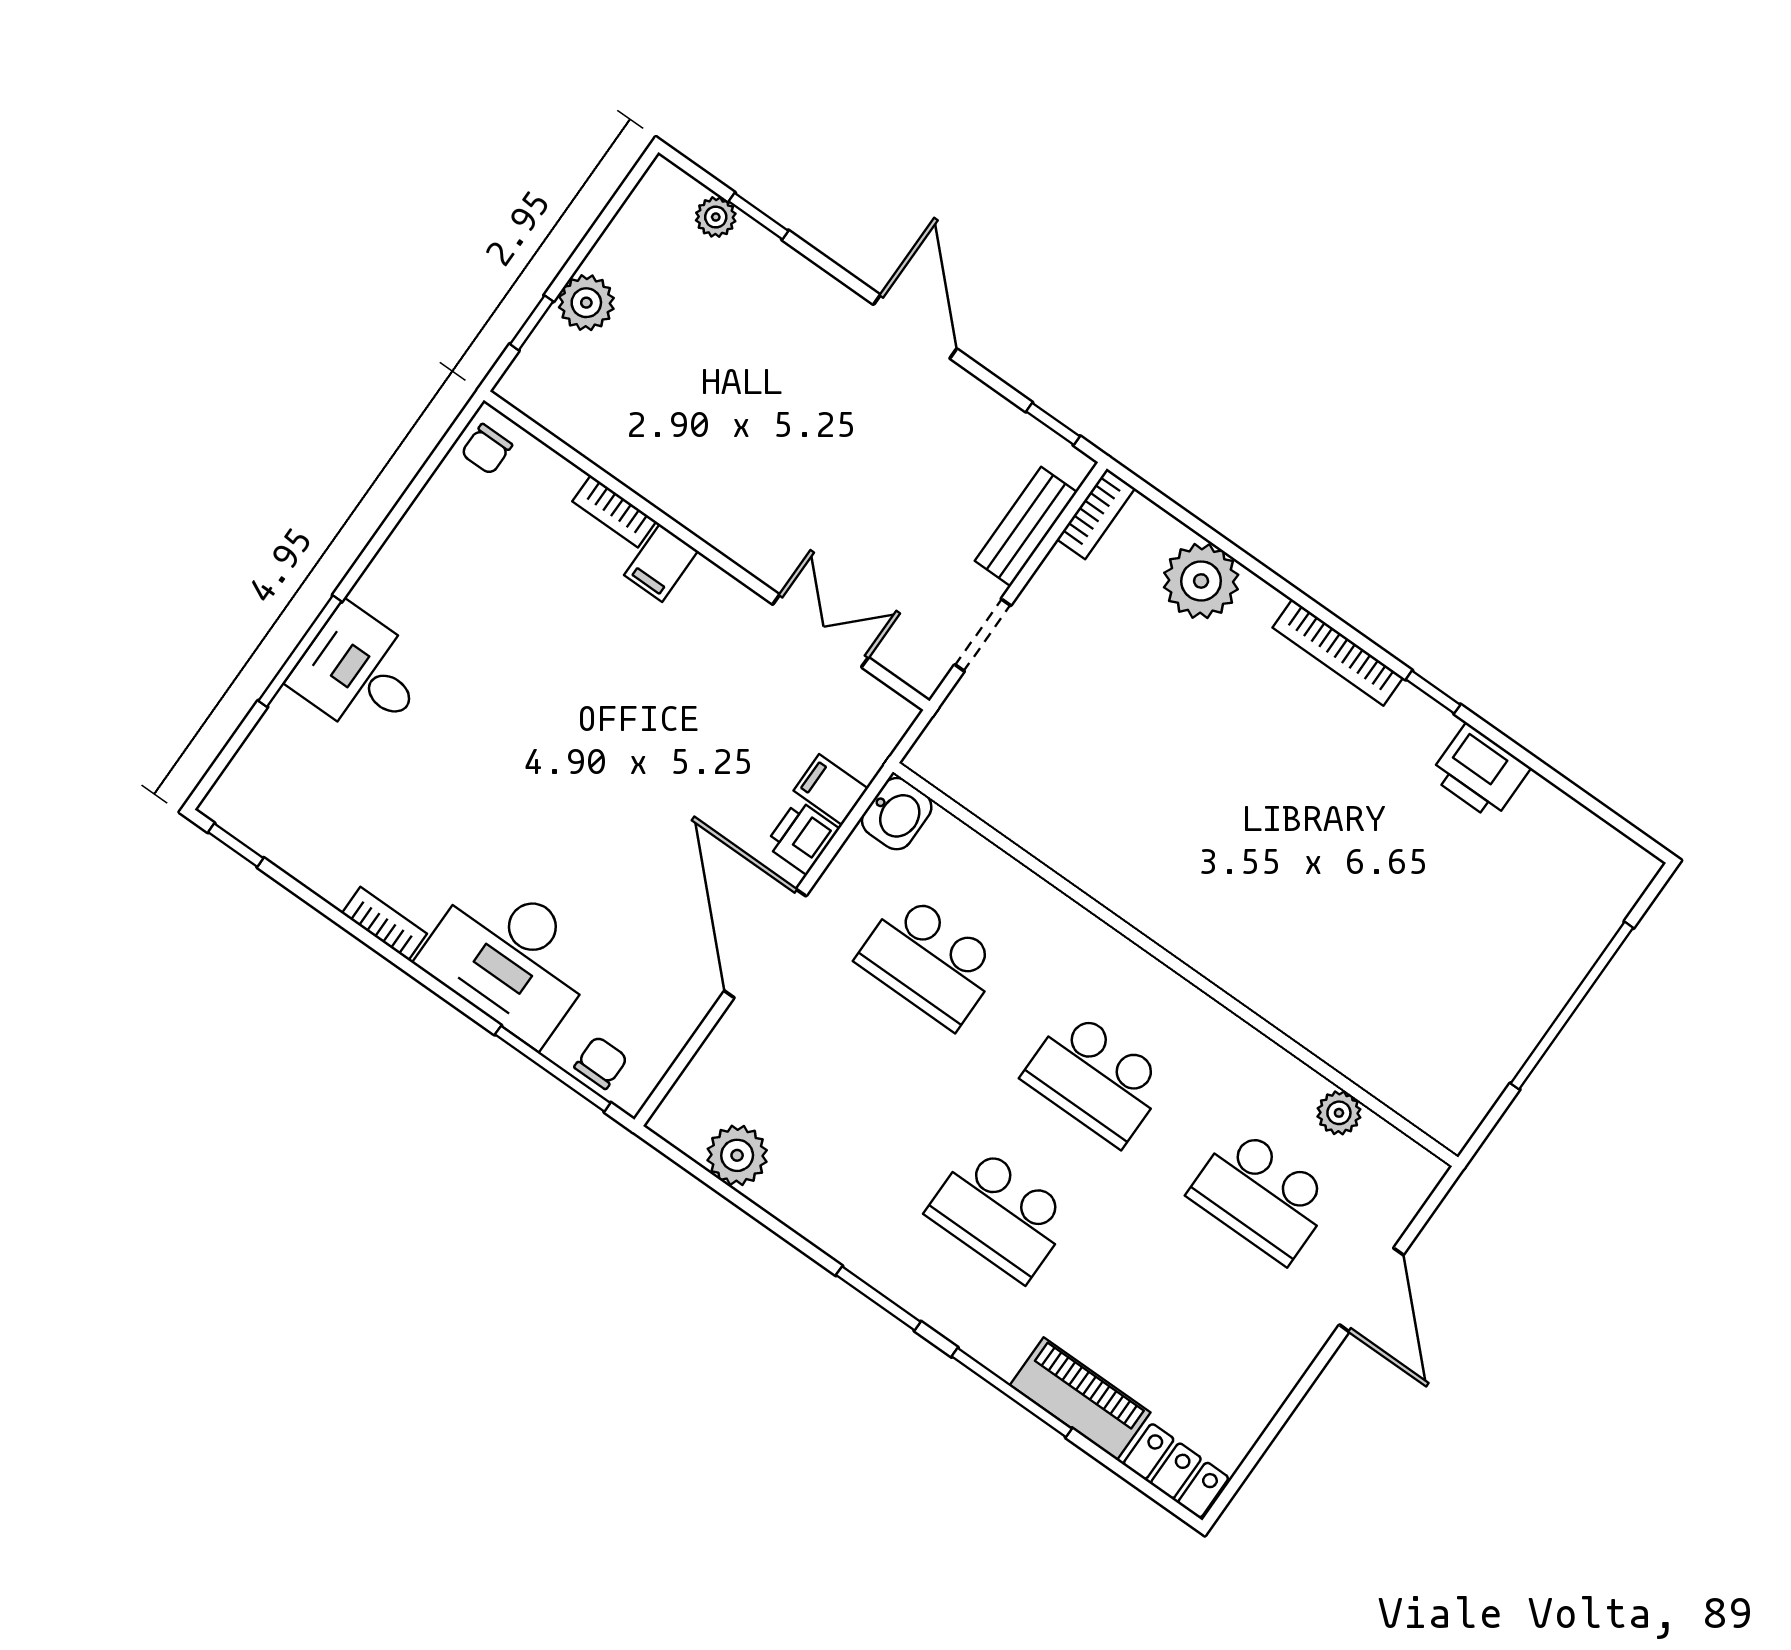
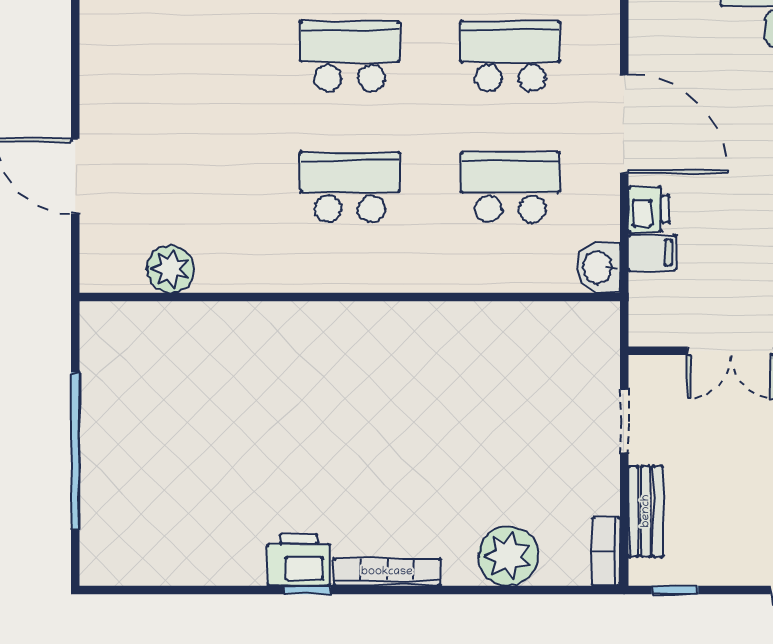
printer: (1480, 772) -> (299, 560), moved
plant: (1339, 1113) -> (170, 269), width x1.38, depth x1.38
school desk: (1261, 1195) -> (510, 56), moved

